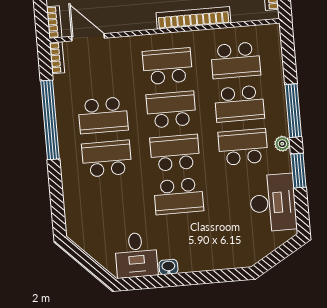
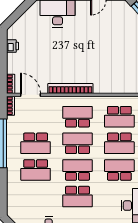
bookcase: (193, 18) -> (70, 89), moved
school desk: (107, 159) -> (36, 170), turned 180

